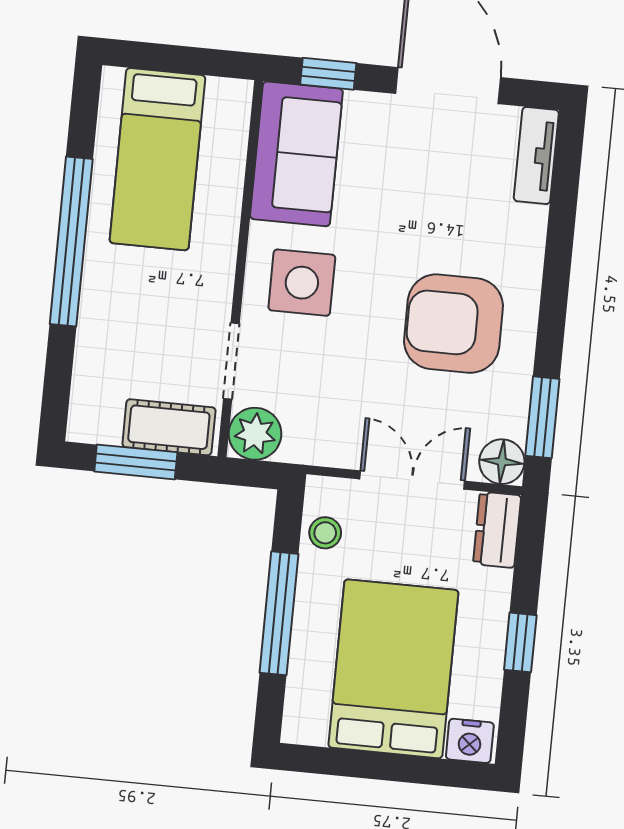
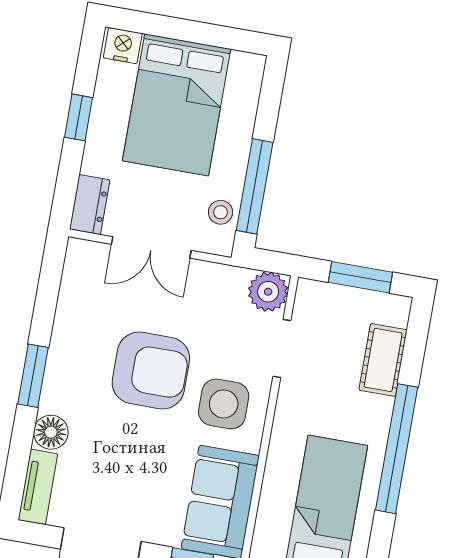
armchair: (454, 324) -> (151, 370), moved
window: (542, 417) -> (33, 376), moved
cot: (169, 427) -> (383, 360), moved, turned 90
floor lamp: (502, 462) -> (51, 432), moved
window: (279, 613) -> (255, 186), moved

